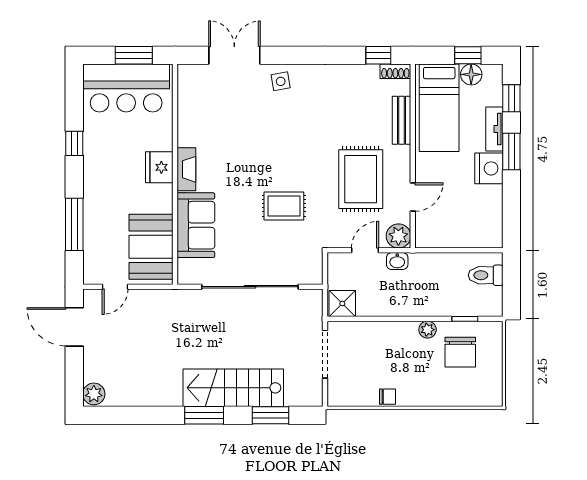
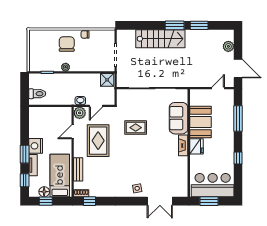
booth: (151, 247) -> (200, 122), moved
chair: (460, 352) -> (67, 44), moved
plant: (94, 394) -> (228, 46), moved
window: (271, 415) -> (199, 25), moved

